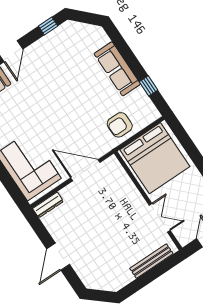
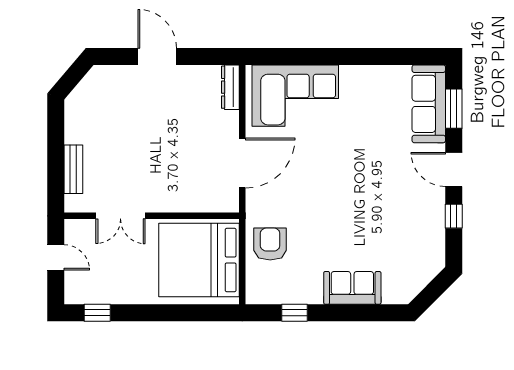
window: (48, 26) -> (454, 216), moved
sofa: (117, 69) -> (352, 288), width x0.73
bench: (151, 261) -> (73, 169), width x0.73

